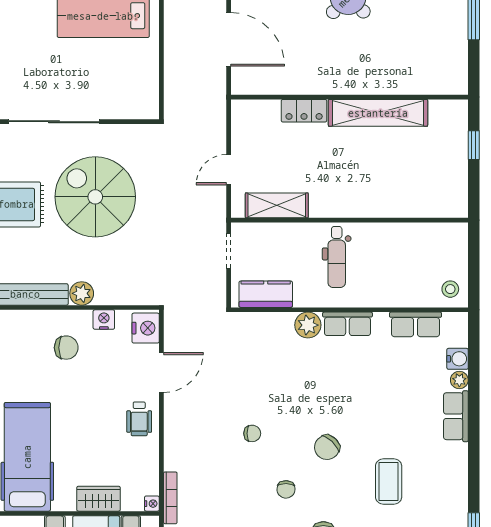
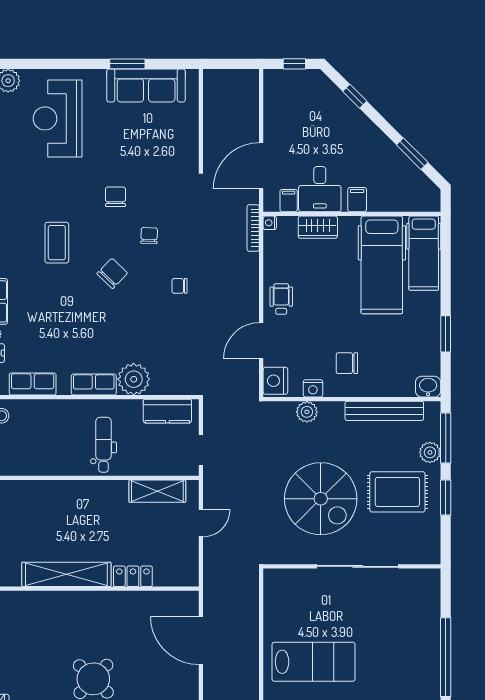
plant: (82, 293) -> (307, 412), moved
plant: (308, 325) -> (134, 379), width x1.36, depth x1.36

